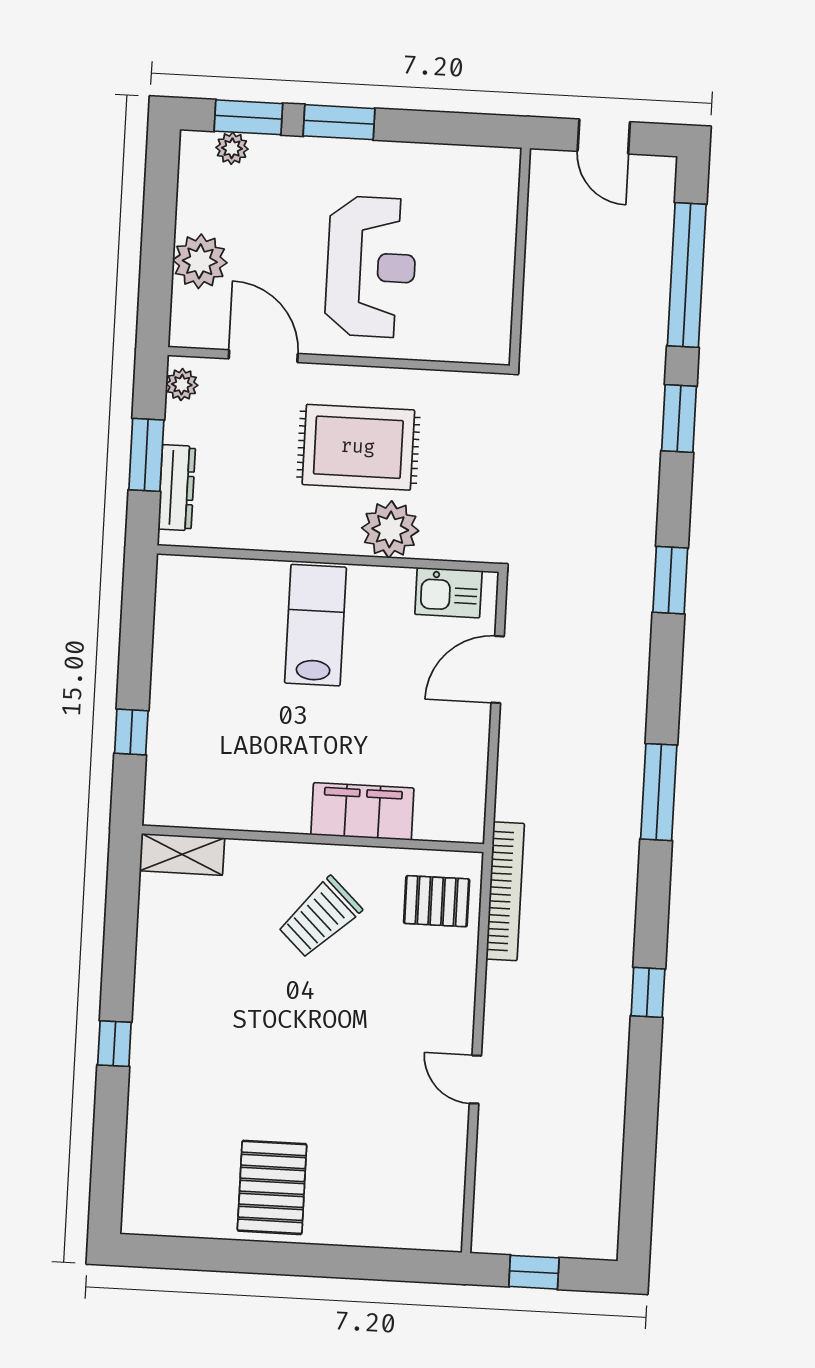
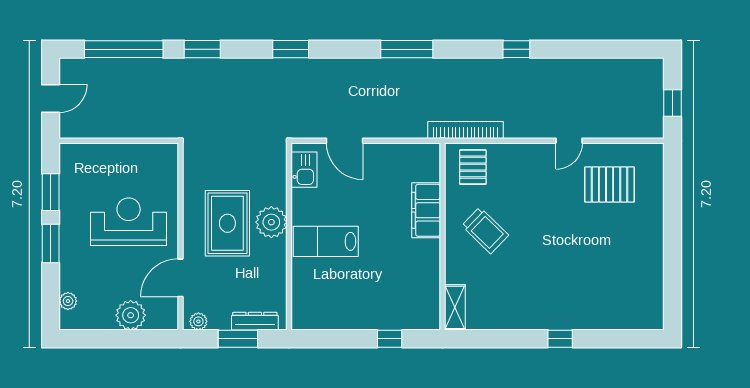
window: (248, 117) -> (51, 192), moved
plant: (390, 529) -> (271, 222), moved
pallet: (272, 1187) -> (610, 184), moved

